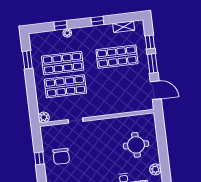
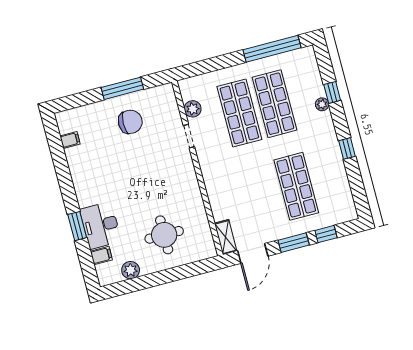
shelving: (124, 27) -> (226, 237), moved
window: (27, 60) -> (272, 49), width x2.11
plant: (44, 117) -> (193, 109), moved
chair: (61, 156) -> (130, 122), turned 180
window: (39, 158) -> (122, 88), width x2.17

